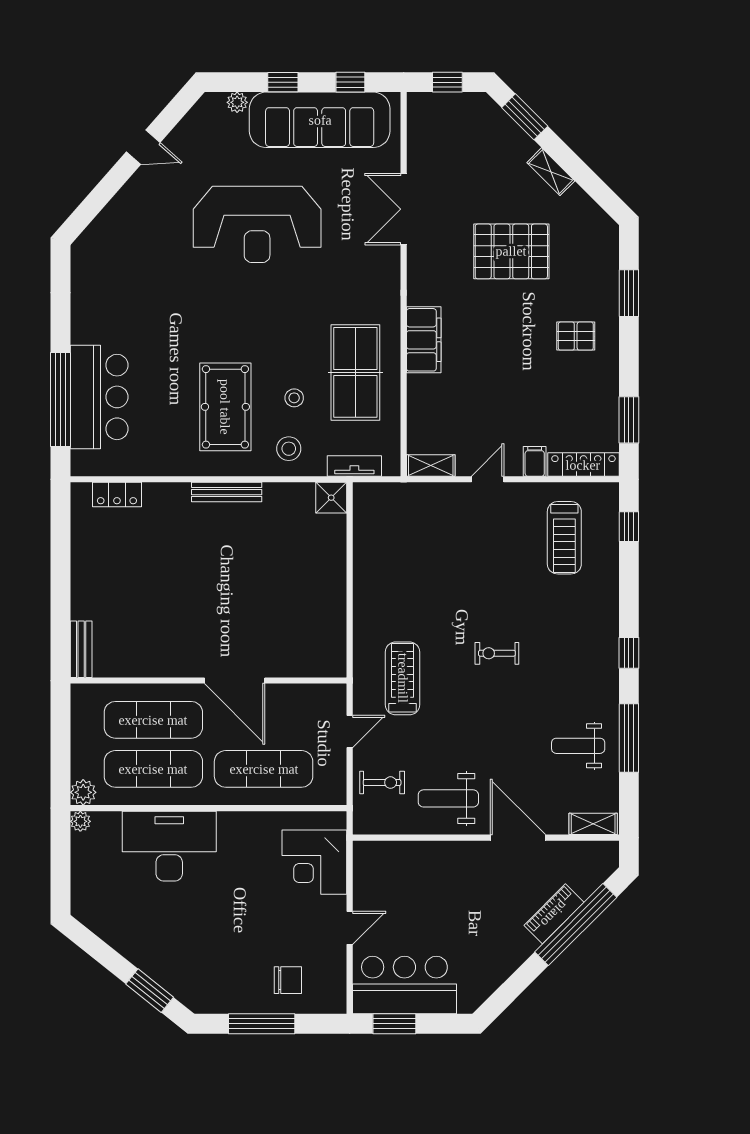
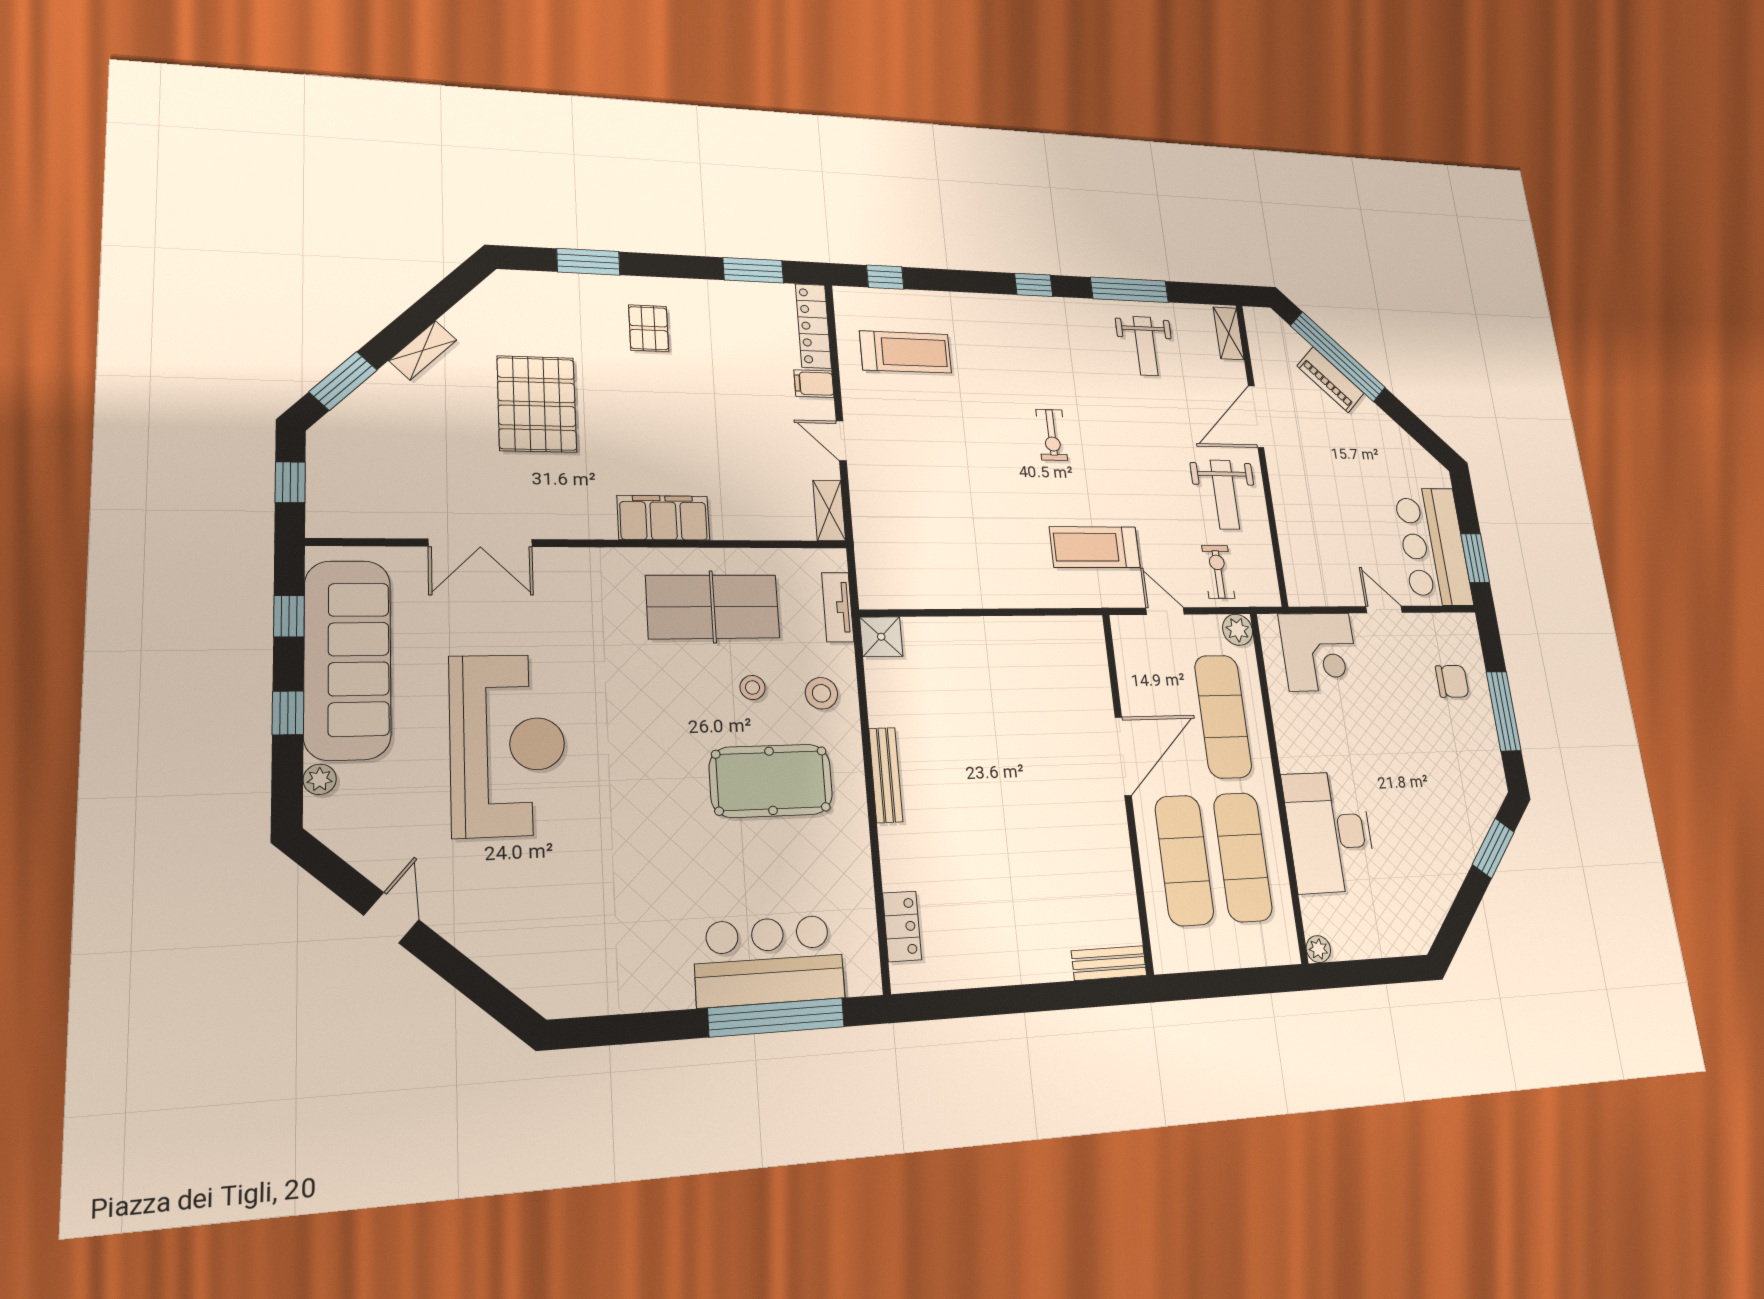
plant: (83, 792) -> (1238, 630), moved
chair: (288, 980) -> (1452, 681), turned 90

